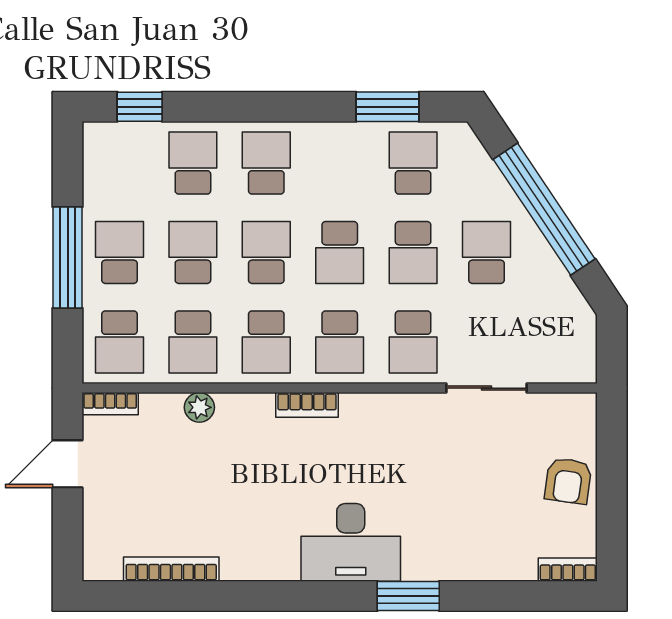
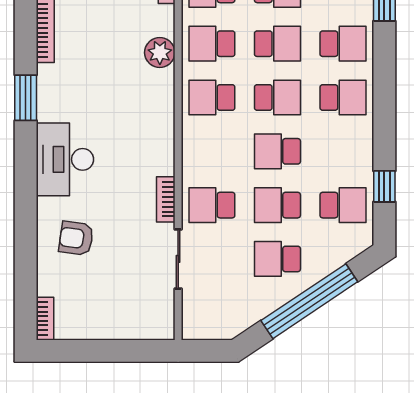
window: (388, 107) -> (384, 186), width x0.67
school desk: (486, 252) -> (277, 259), turned 180
school desk: (340, 342) -> (212, 151), removed
bookcase: (307, 405) -> (166, 199), moved
plant: (199, 407) -> (160, 53), width x1.38, depth x1.38
armchair: (568, 481) -> (76, 238), moved
window: (408, 596) -> (26, 98), moved

